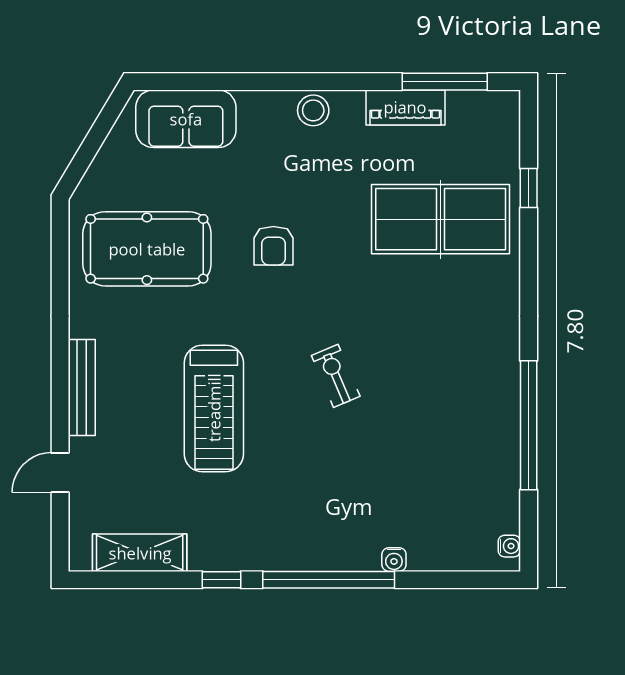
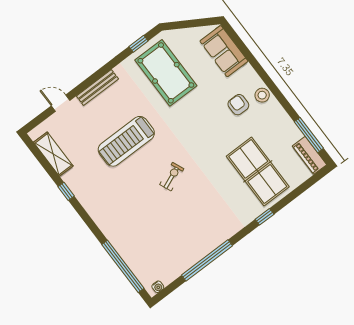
piano: (405, 107) -> (309, 155), moved
window: (529, 188) -> (265, 217), moved
armchair: (273, 246) -> (238, 105), moved, turned 90
window: (60, 258) -> (139, 44), added
water cooler: (394, 560) -> (121, 248), removed
window: (329, 580) -> (123, 266), moved

